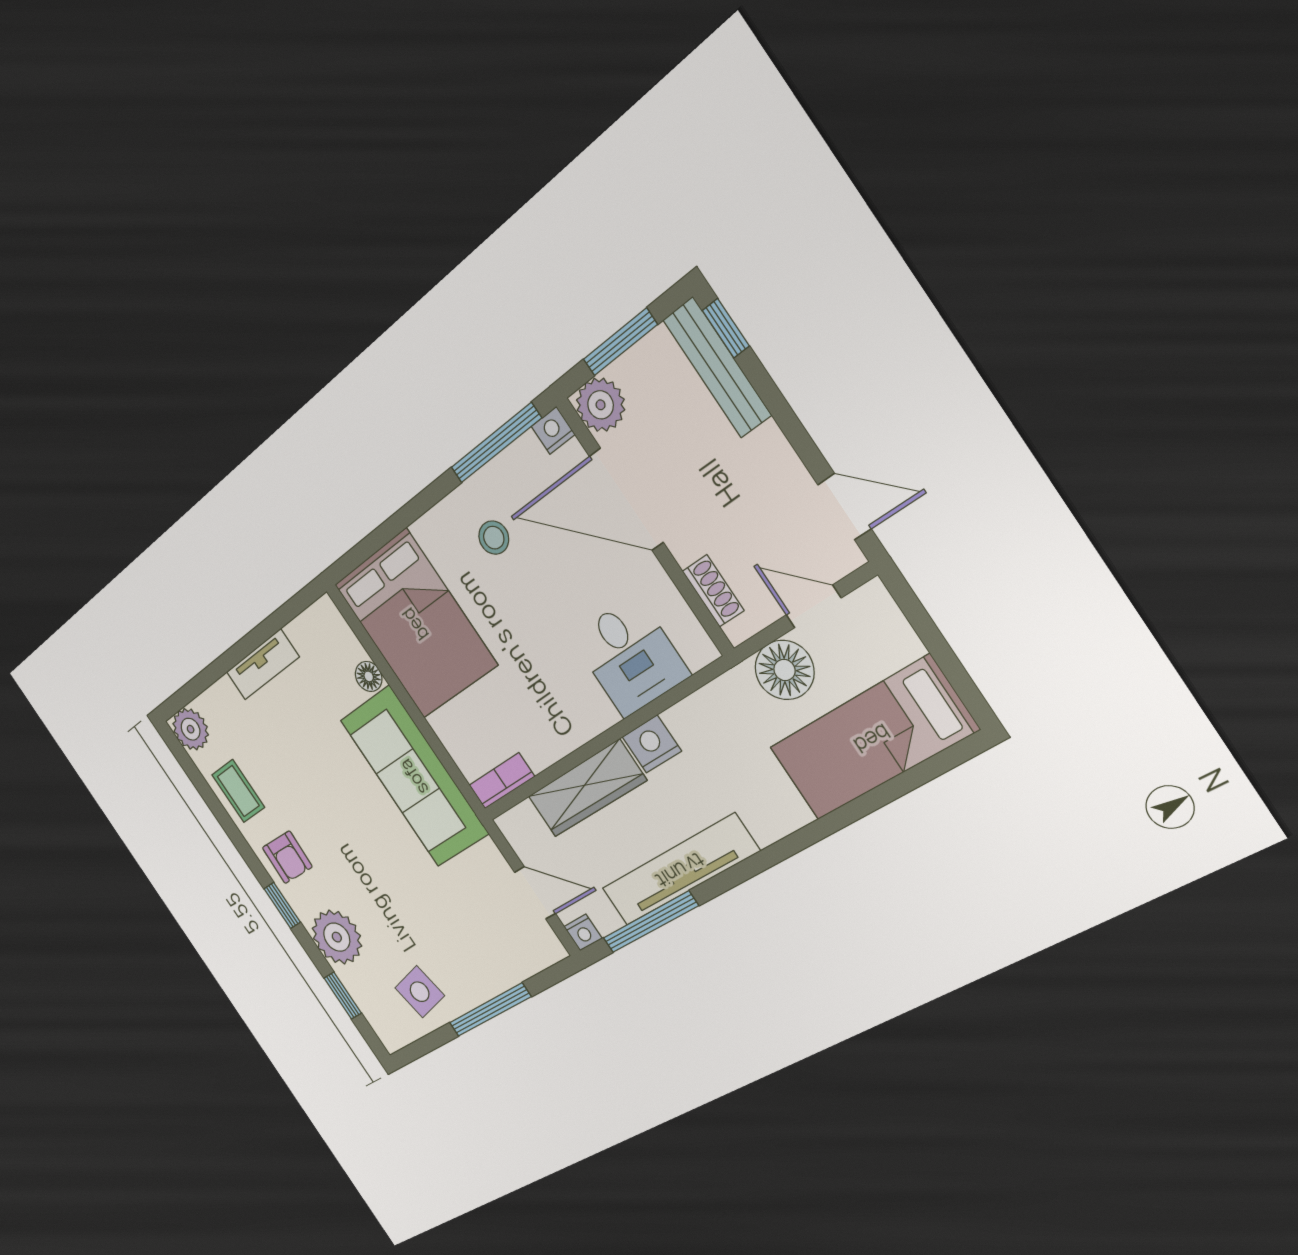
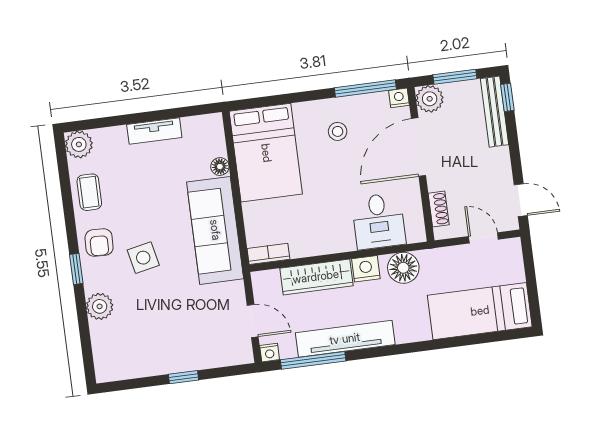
door: (626, 499) -> (418, 147), hinge flipped
floor lamp: (785, 670) -> (403, 268), moved
plant: (337, 937) -> (100, 306), width x0.73, depth x0.73
side table: (420, 992) -> (143, 258), moved
window: (343, 996) -> (85, 337), removed
window: (490, 1010) -> (184, 377), width x0.46

